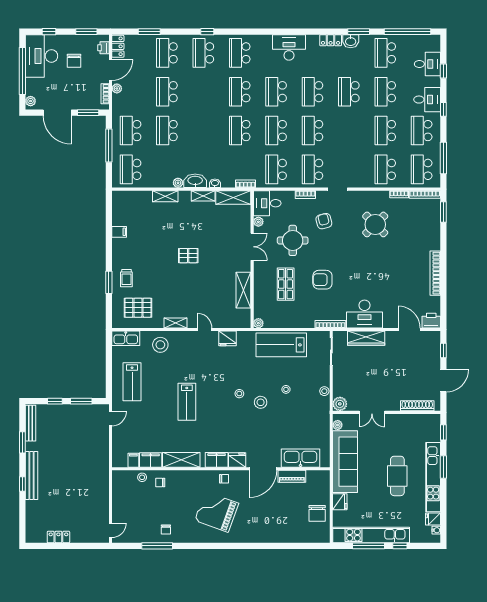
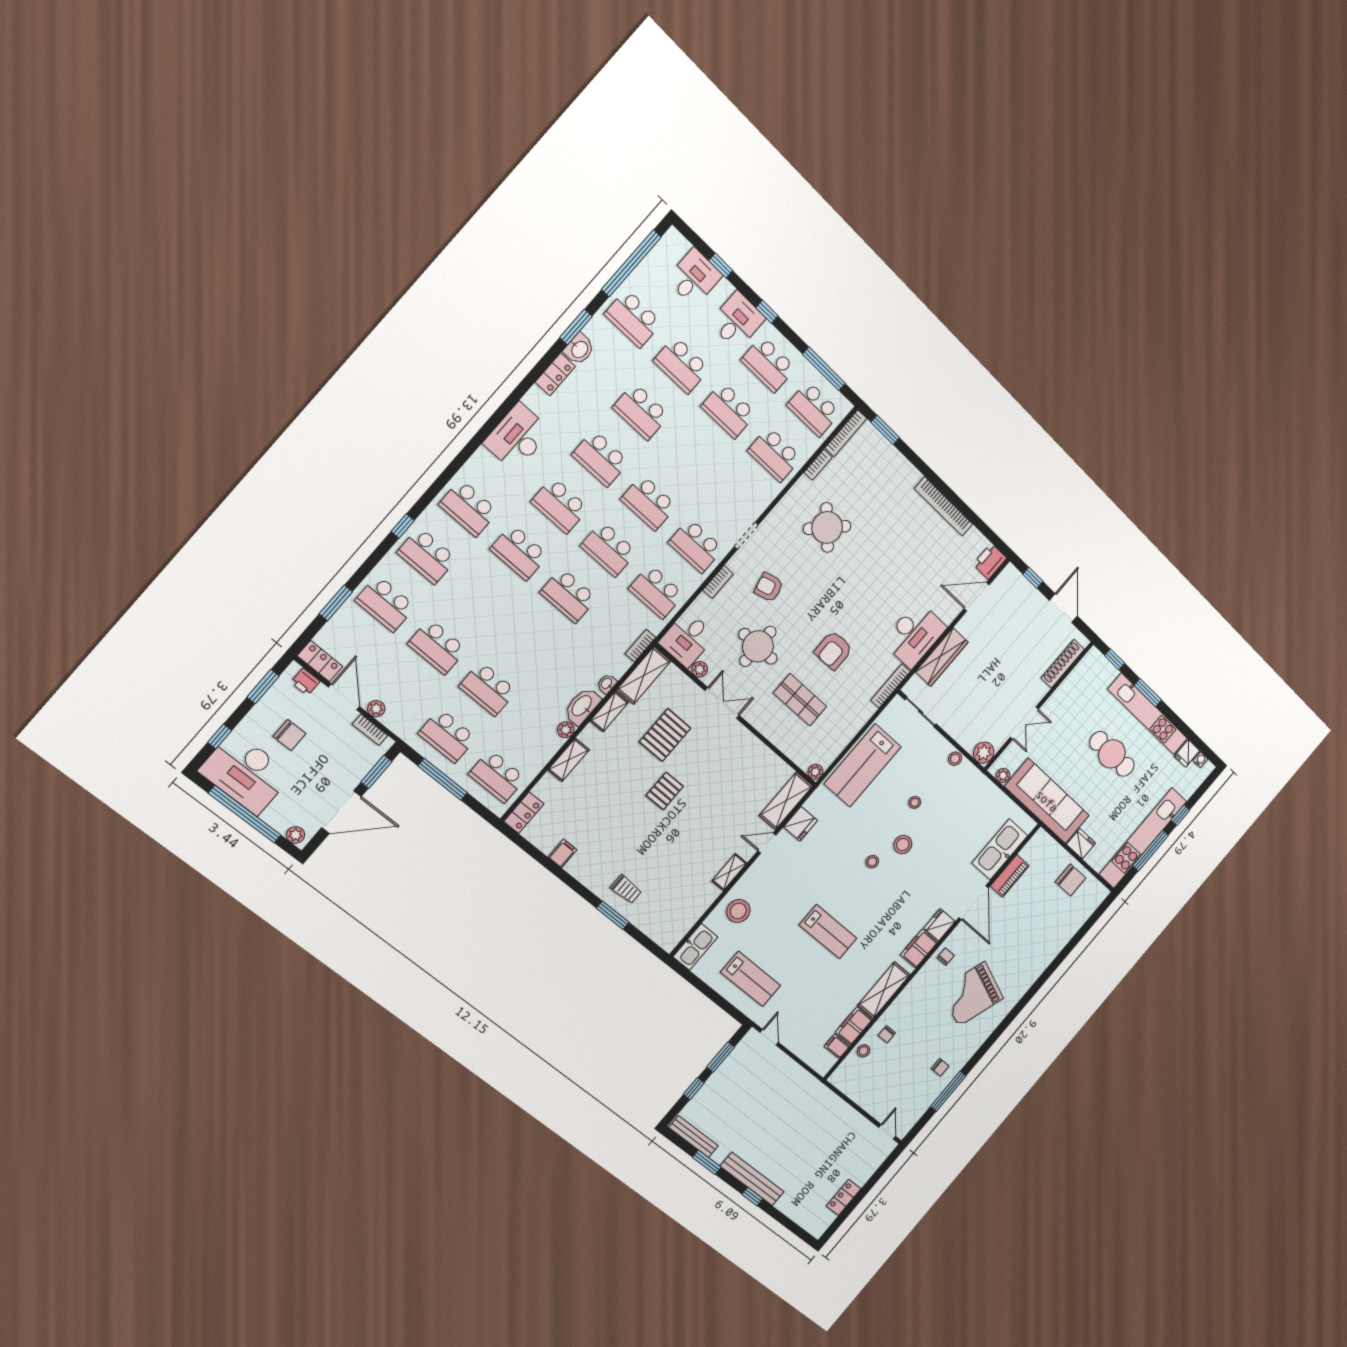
locker: (124, 197) -> (524, 813), added
shelving: (243, 290) -> (786, 801), moved, turned 90
pallet: (138, 308) -> (665, 735), moved

